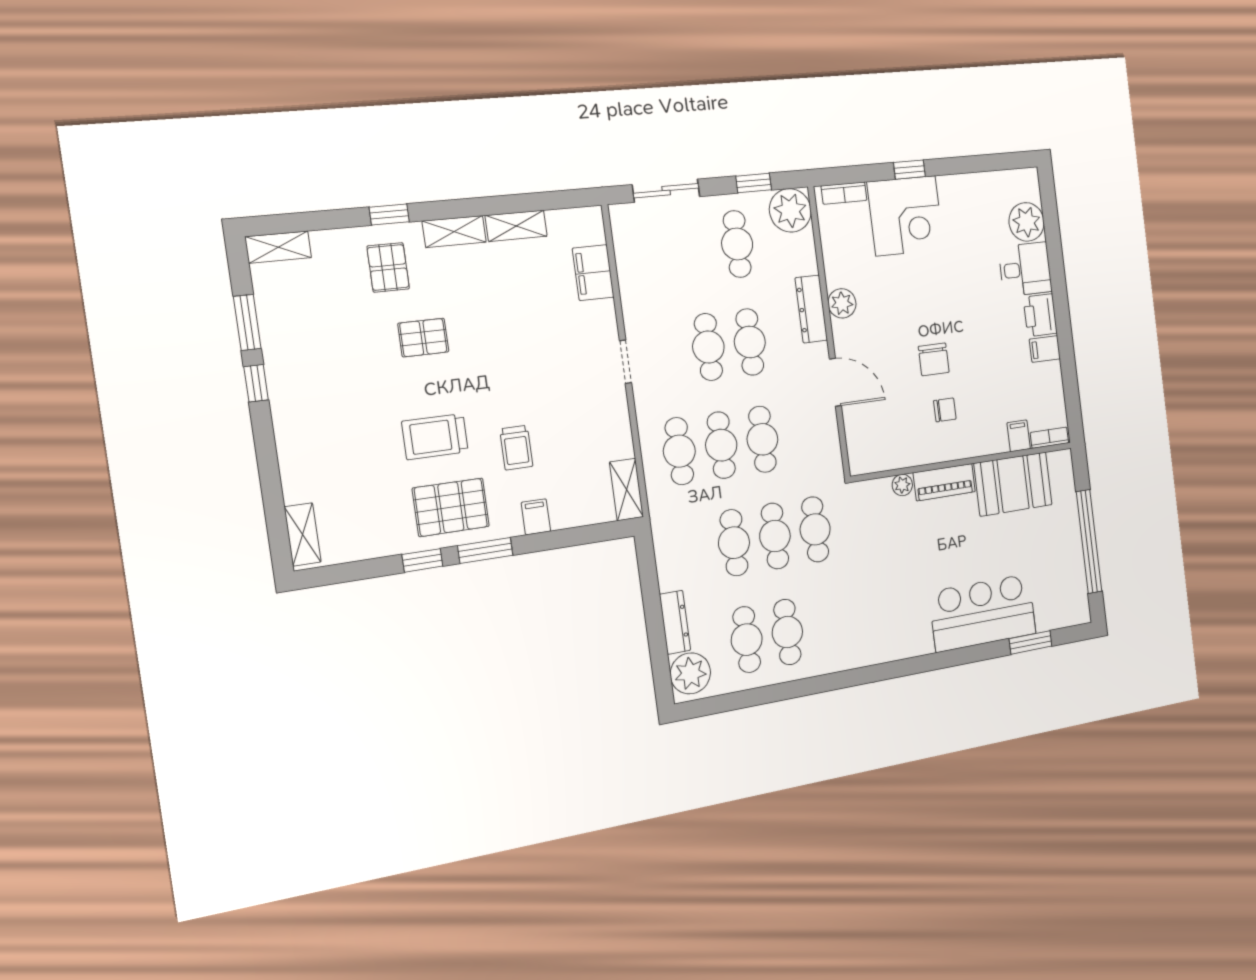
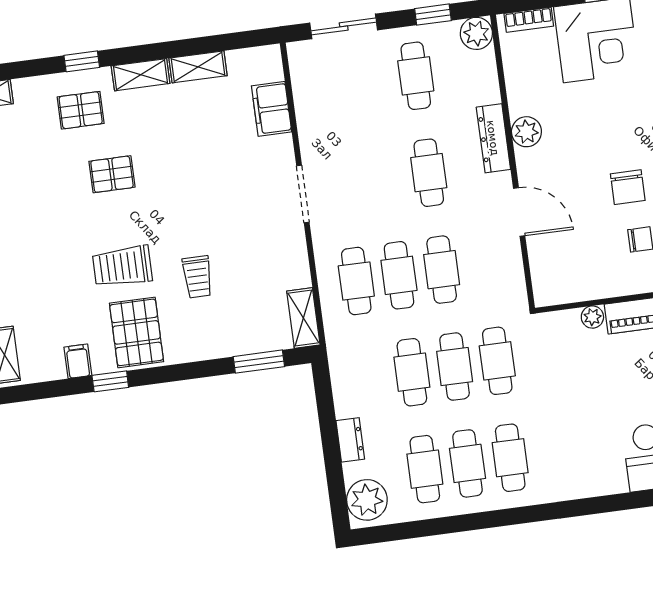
plant: (790, 210) -> (476, 33), width x0.73, depth x0.73
pallet: (388, 267) -> (81, 110), turned 90
cafe table: (708, 347) -> (510, 458), moved
doorway: (625, 362) -> (303, 194), width x1.38
pallet: (451, 507) -> (136, 332), turned 90
filing cabinet: (536, 517) -> (78, 361), moved
window: (485, 550) -> (259, 362), moved
dresser: (675, 622) -> (350, 440), width x0.70

